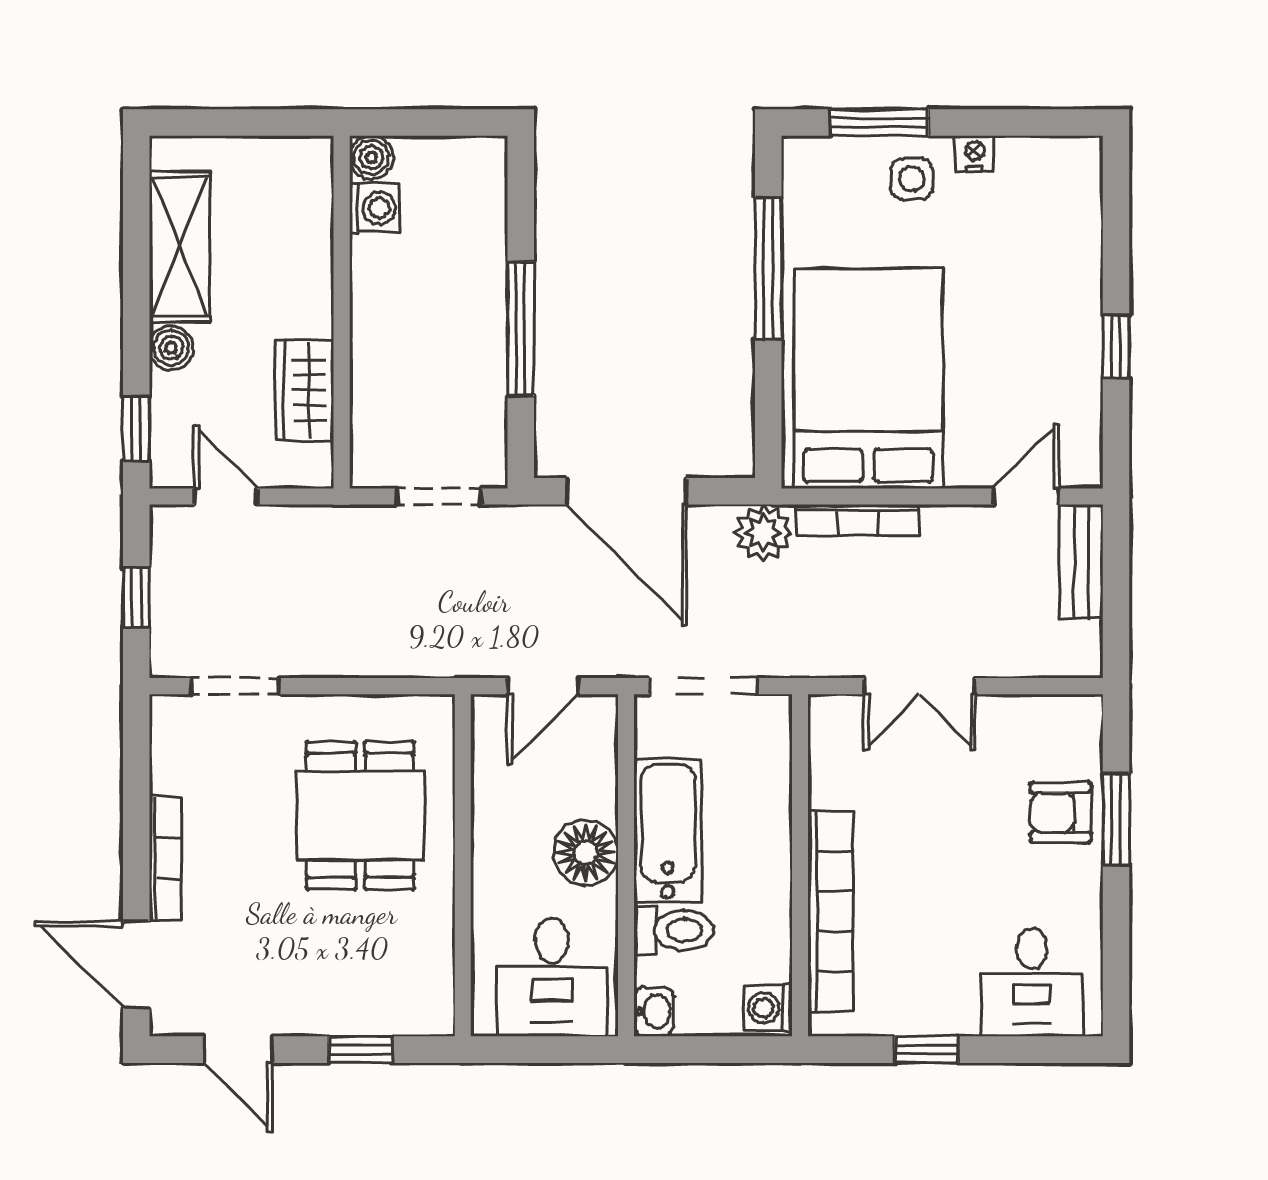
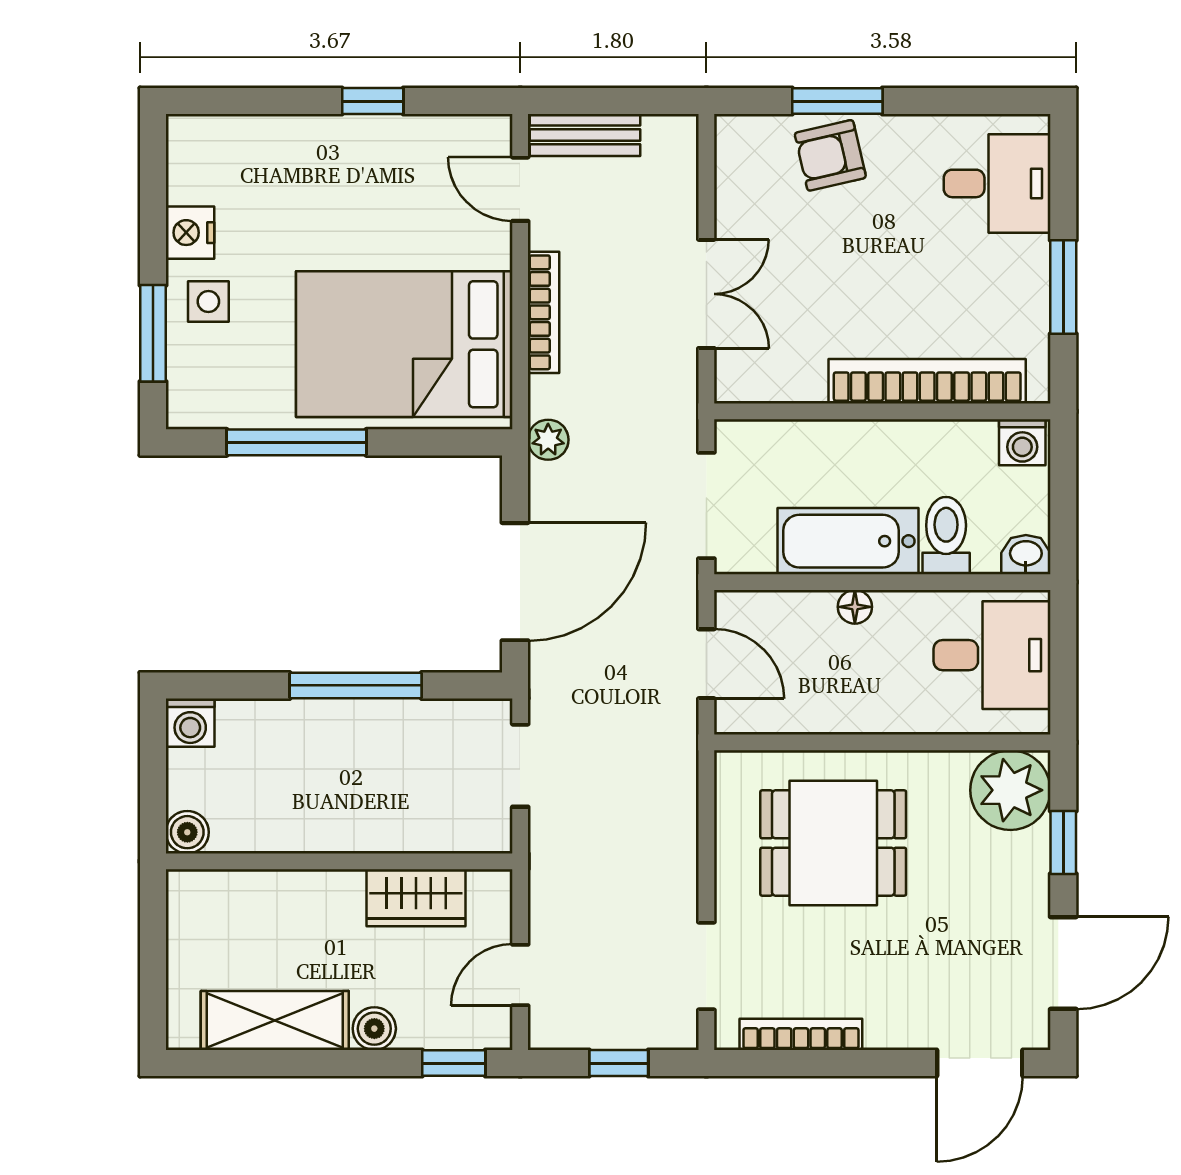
nightstand: (975, 154) -> (190, 233), width x1.39, depth x1.35
washing machine: (374, 208) -> (190, 723), moved, turned 180
bookcase: (858, 520) -> (543, 312), moved
plant: (763, 533) -> (548, 440), width x0.73, depth x0.73
armchair: (1061, 812) -> (830, 155), turned 77
floor lamp: (586, 853) -> (855, 607), width x0.53, depth x0.53
bookcase: (165, 858) -> (801, 1034), moved
plant: (414, 996) -> (1010, 790), added
door: (238, 1050) -> (1063, 963), width x1.38
window: (927, 1050) -> (1063, 287), width x1.50

